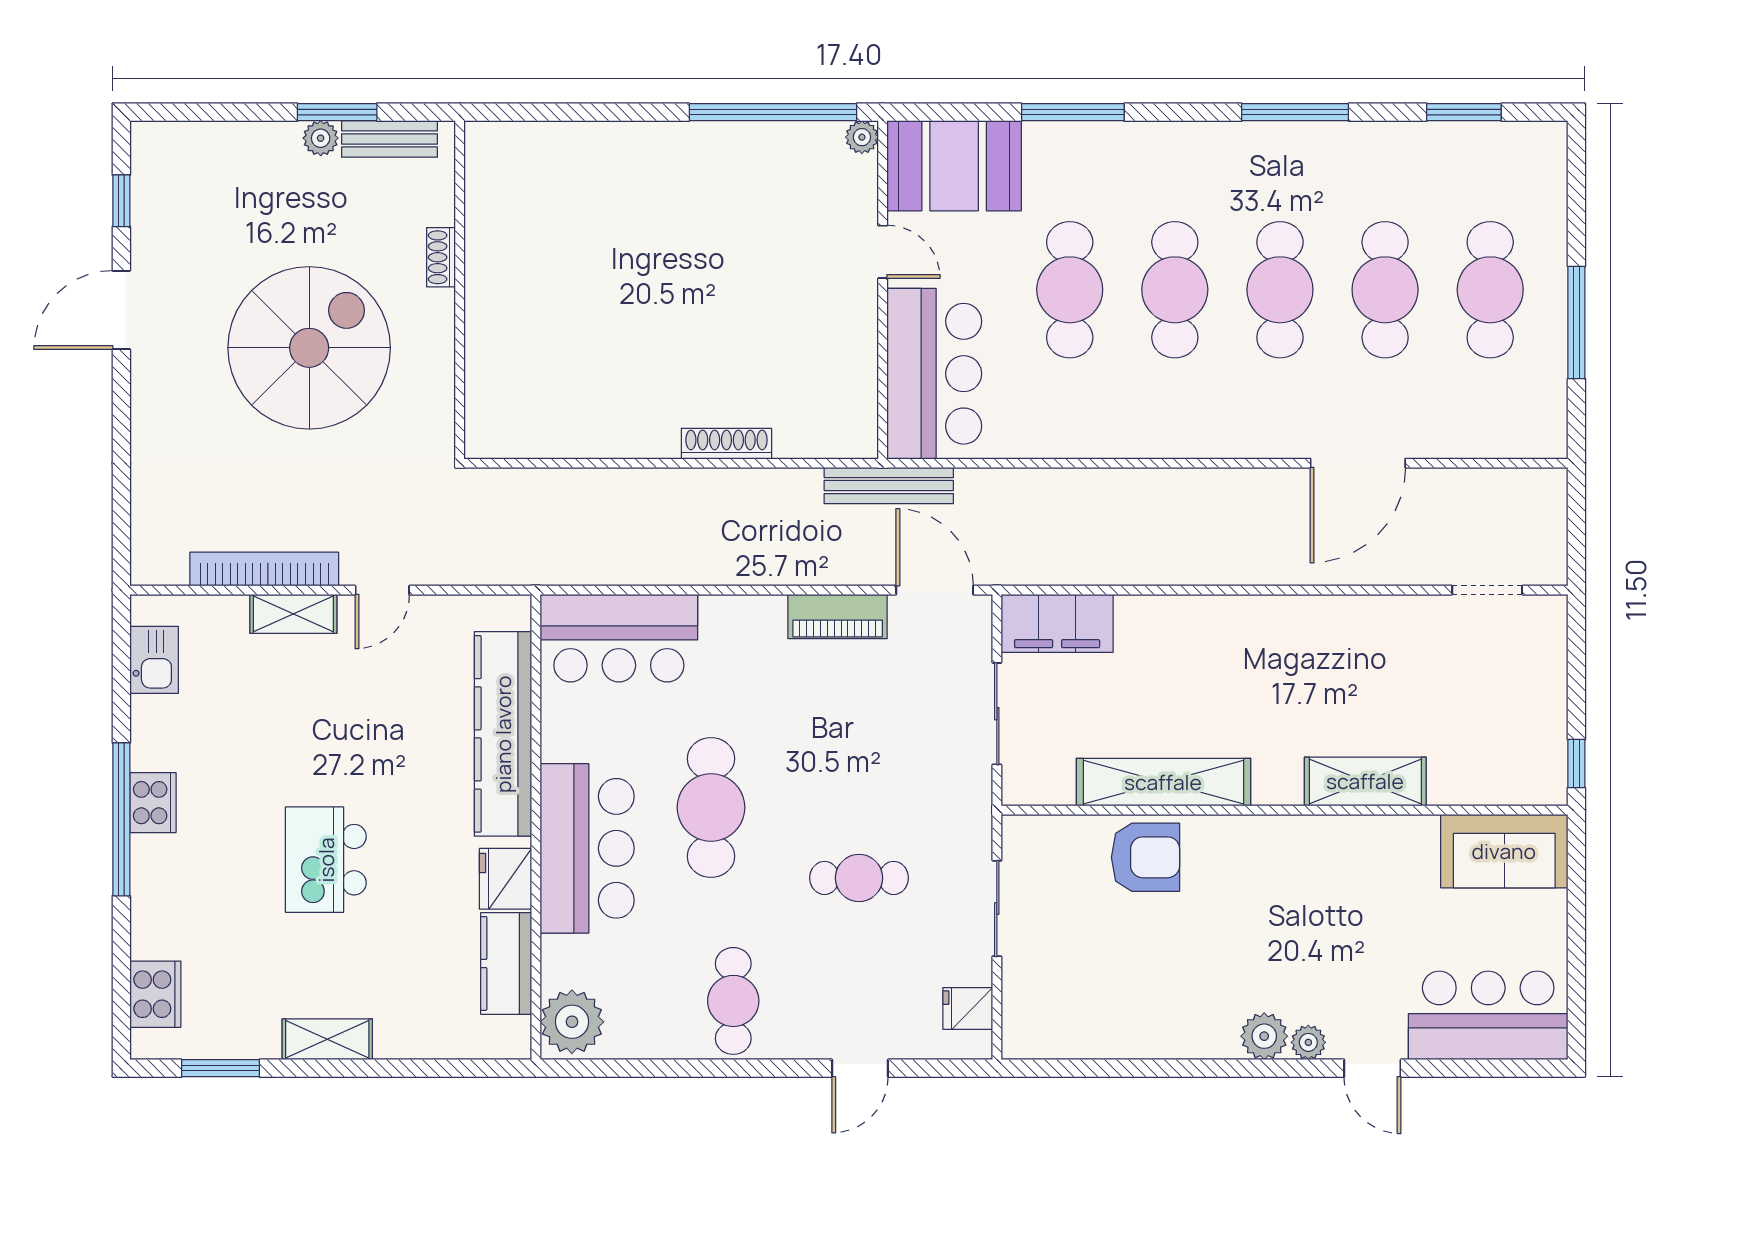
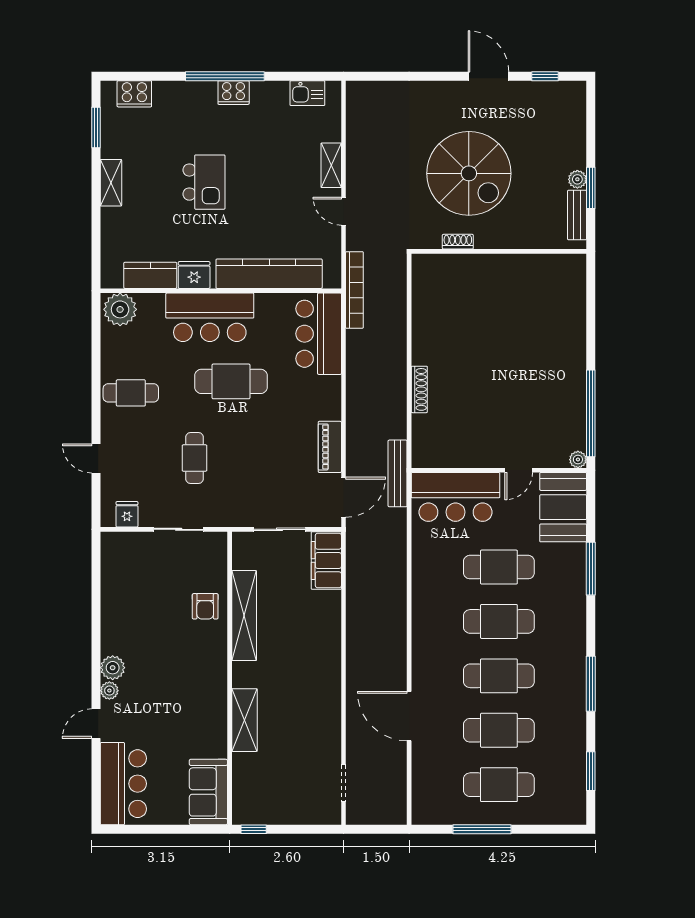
shoe rack: (441, 257) -> (458, 242), moved
bookcase: (264, 569) -> (354, 290), moved
armchair: (1146, 857) -> (205, 606), width x0.72, depth x0.72
kitchen island: (326, 860) -> (204, 182), turned 90

